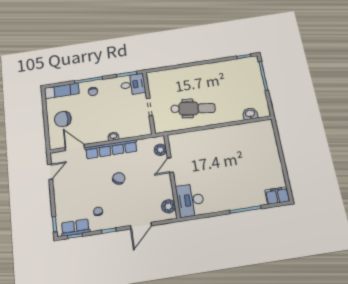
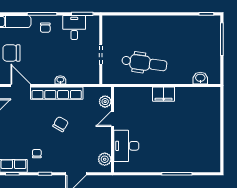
desk: (133, 84) -> (74, 27), moved, turned -90
filing cabinet: (277, 196) -> (164, 94), moved, turned 180
desk: (190, 200) -> (126, 146), moved

